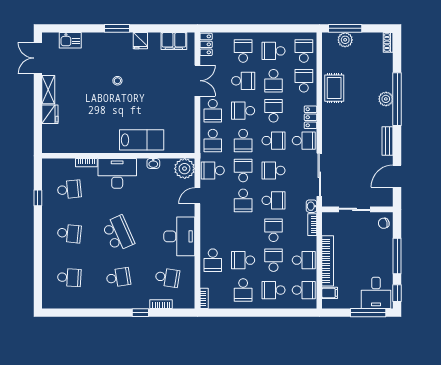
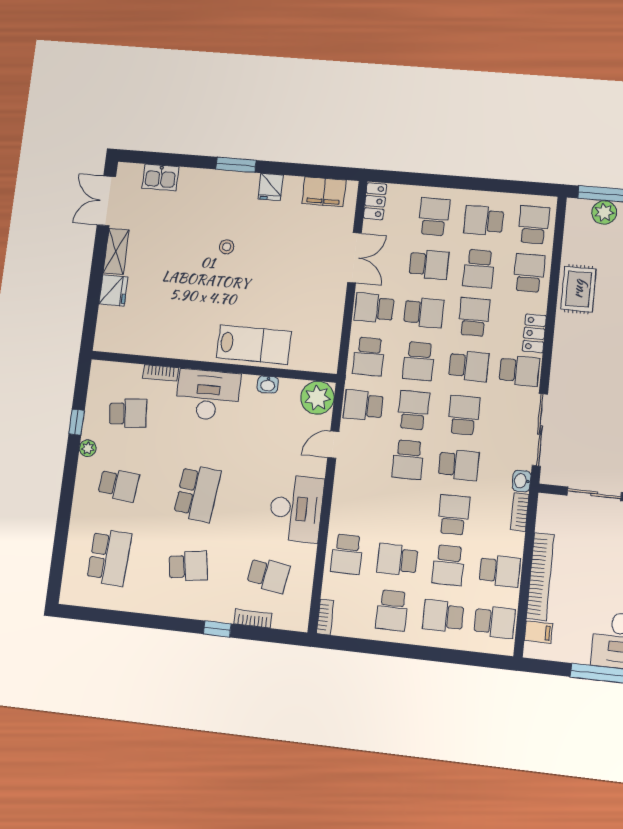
school desk: (213, 111) -> (374, 308), turned 90
school desk: (243, 111) -> (424, 313), turned 180
school desk: (273, 170) -> (464, 415), turned 90
plant: (47, 213) -> (88, 448), added
school desk: (118, 233) -> (197, 493), turned 30
school desk: (273, 260) -> (448, 565), turned 180
school desk: (69, 278) -> (109, 557), width x1.85

